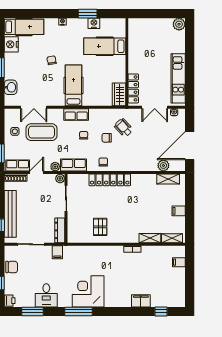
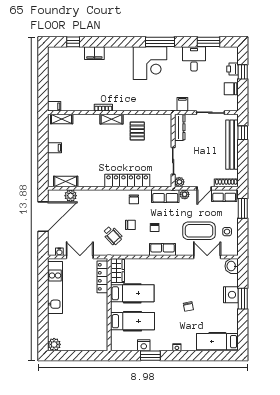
nightstand: (11, 44) -> (231, 295), moved
hospital bed: (73, 85) -> (132, 293), moved, turned -90
washbasin: (11, 87) -> (232, 266), moved
shelving: (150, 238) -> (112, 119), moved
filing cabinet: (179, 262) -> (54, 106), moved
printer: (10, 301) -> (233, 69), moved

